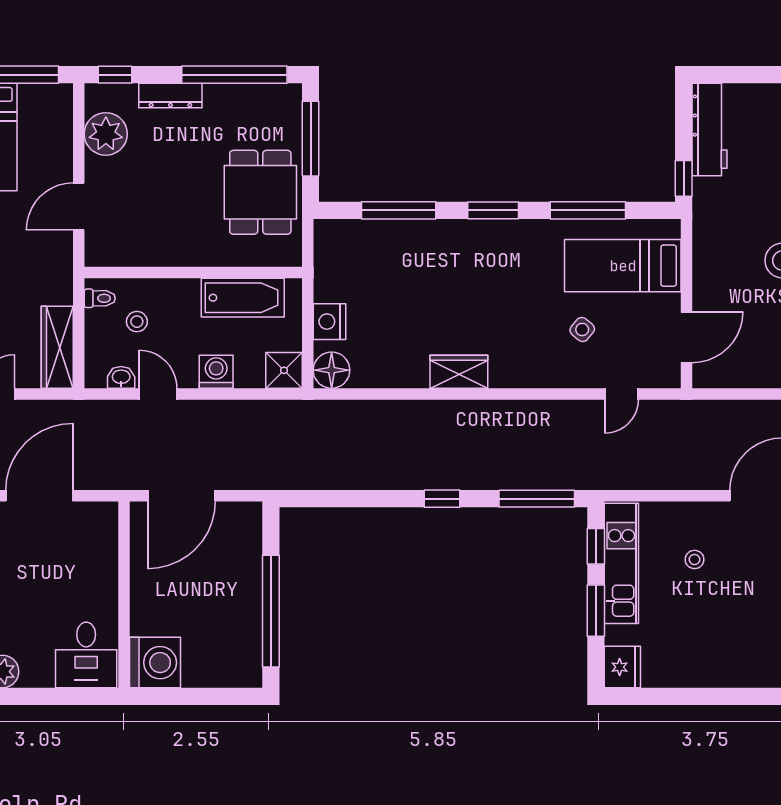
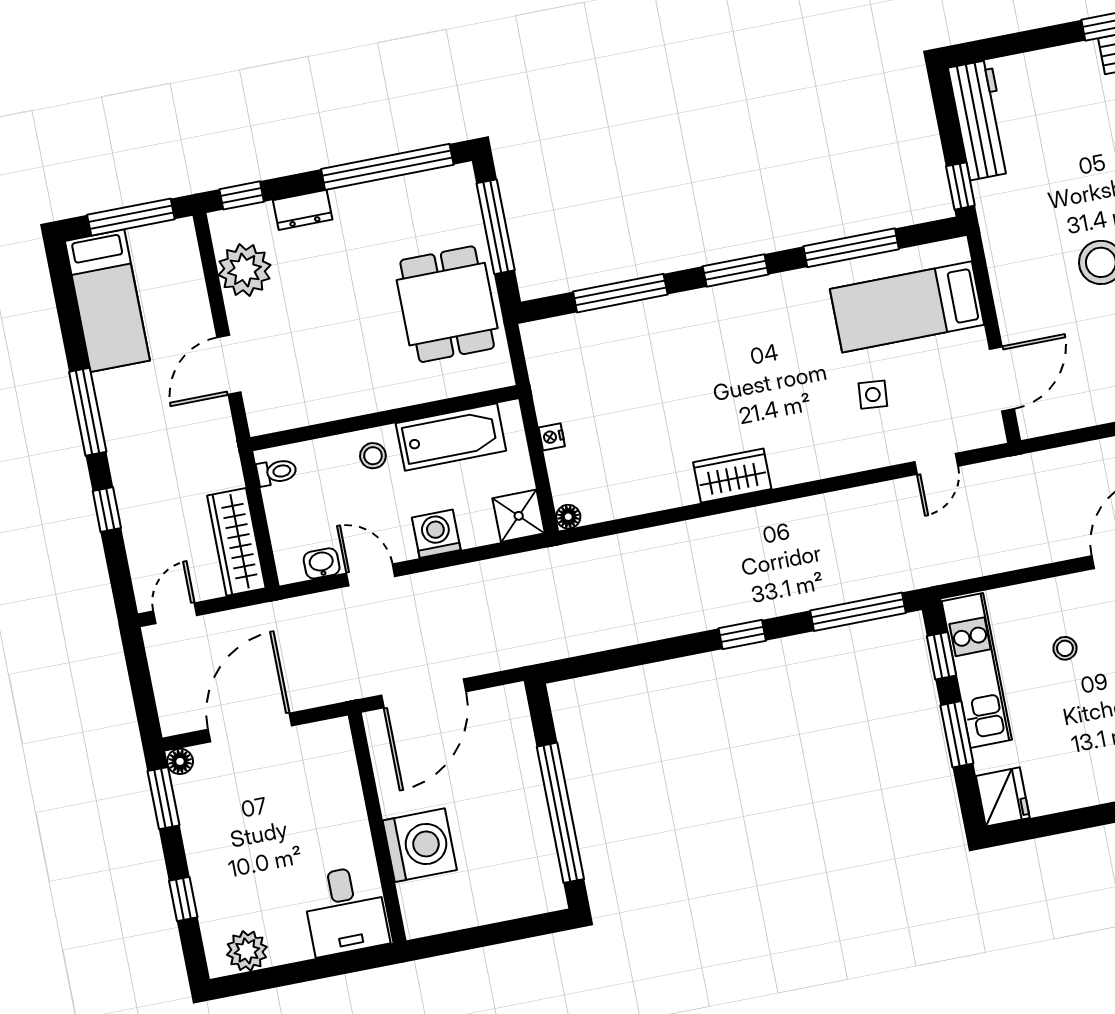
dresser: (170, 95) -> (303, 210), width x0.70
stool: (137, 322) -> (373, 456), moved
nightstand: (329, 322) -> (552, 437), width x0.53, depth x0.56
side table: (582, 329) -> (873, 395), turned -35
floor lamp: (332, 370) -> (568, 517), width x0.53, depth x0.53
washing machine: (155, 663) -> (420, 845), moved

